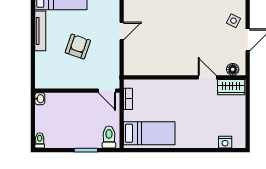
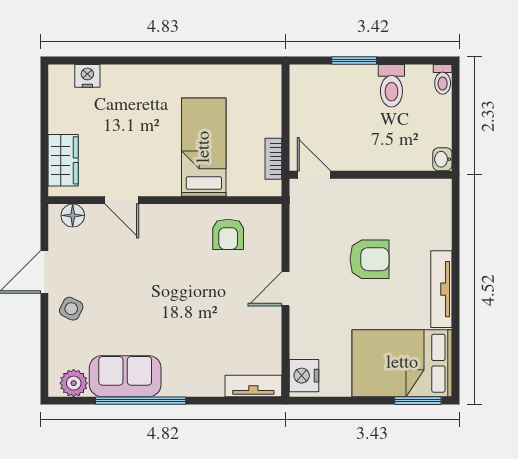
armchair: (78, 47) -> (369, 259), turned -109
armchair: (152, 60) -> (228, 234), added
wardrobe: (231, 87) -> (63, 160), moved, turned 90
bed: (149, 133) -> (204, 147), moved, turned 90
toilet: (109, 137) -> (391, 86), moved

